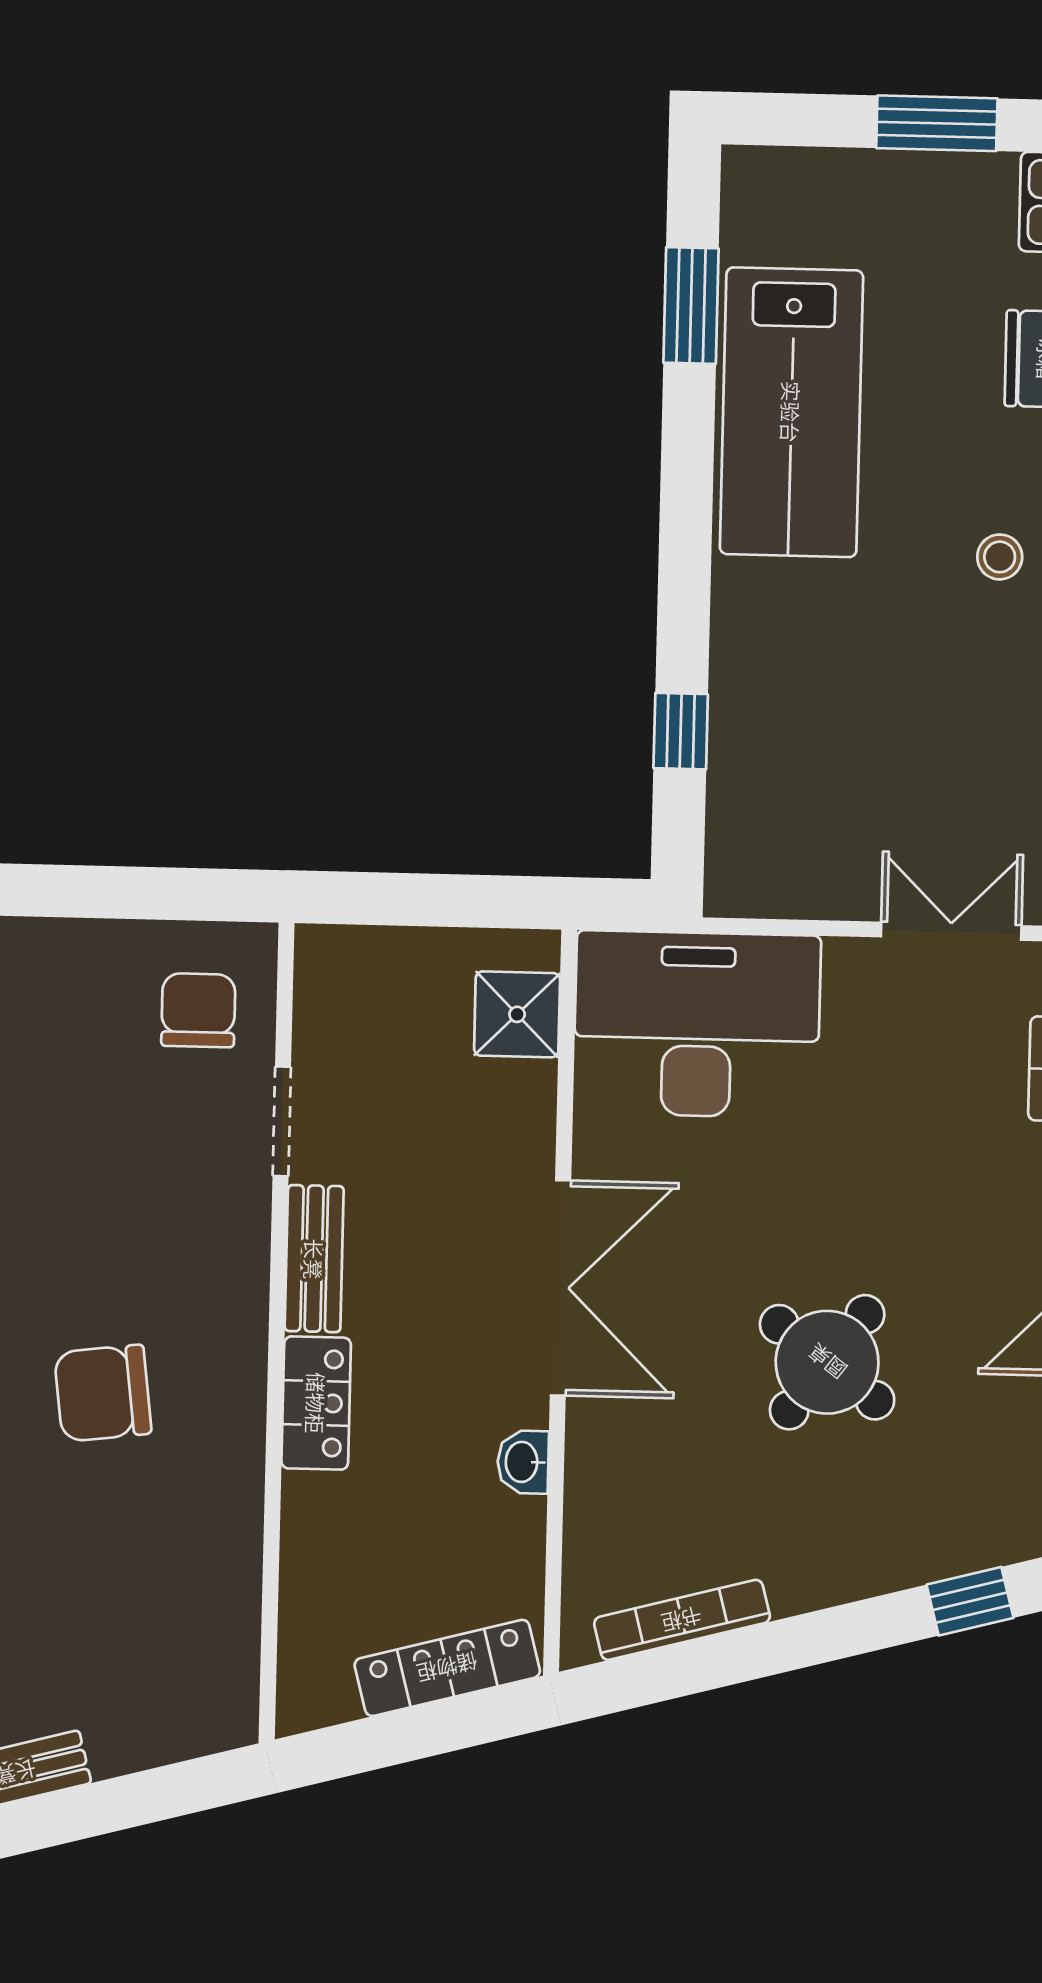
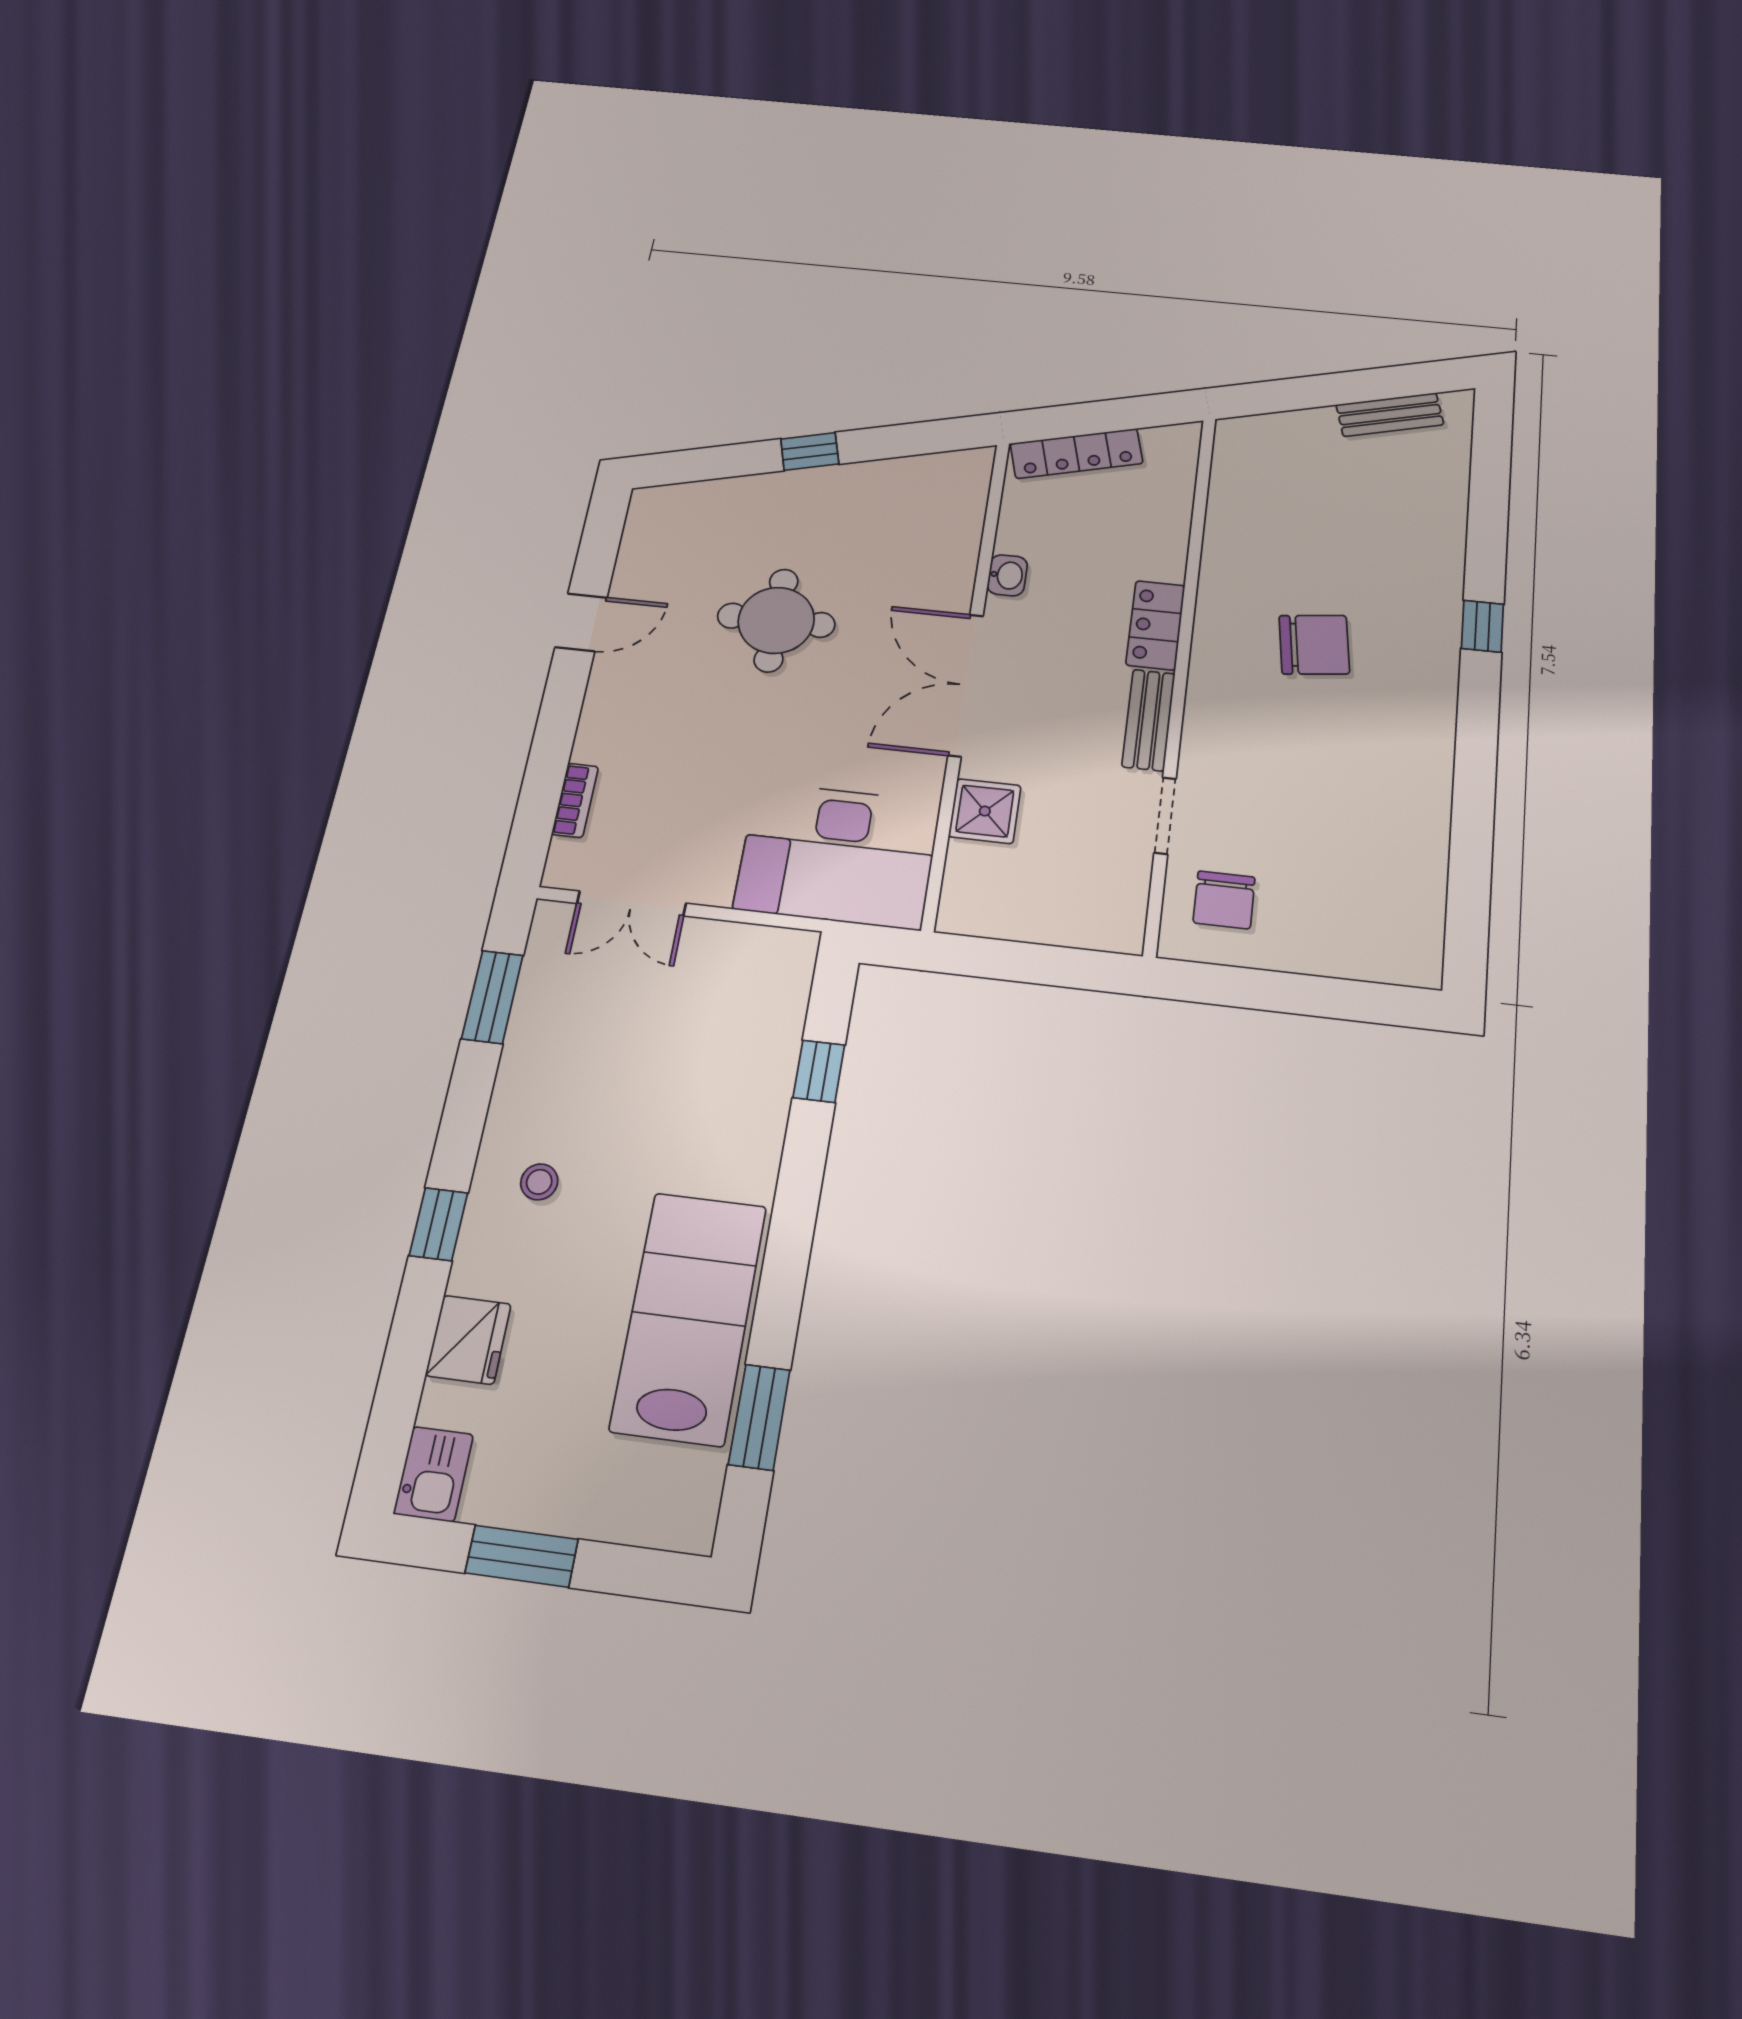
shower: (517, 1014) -> (985, 811), moved
round table: (827, 1362) -> (776, 620), turned -37
window: (970, 1601) -> (810, 451), moved
bookcase: (682, 1620) -> (906, 469), removed

